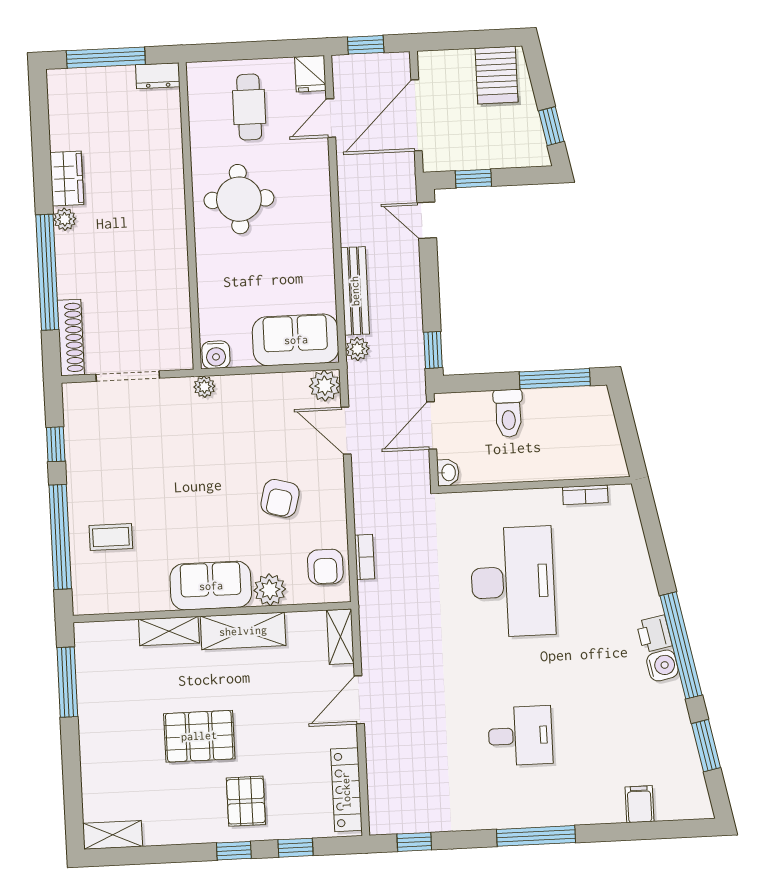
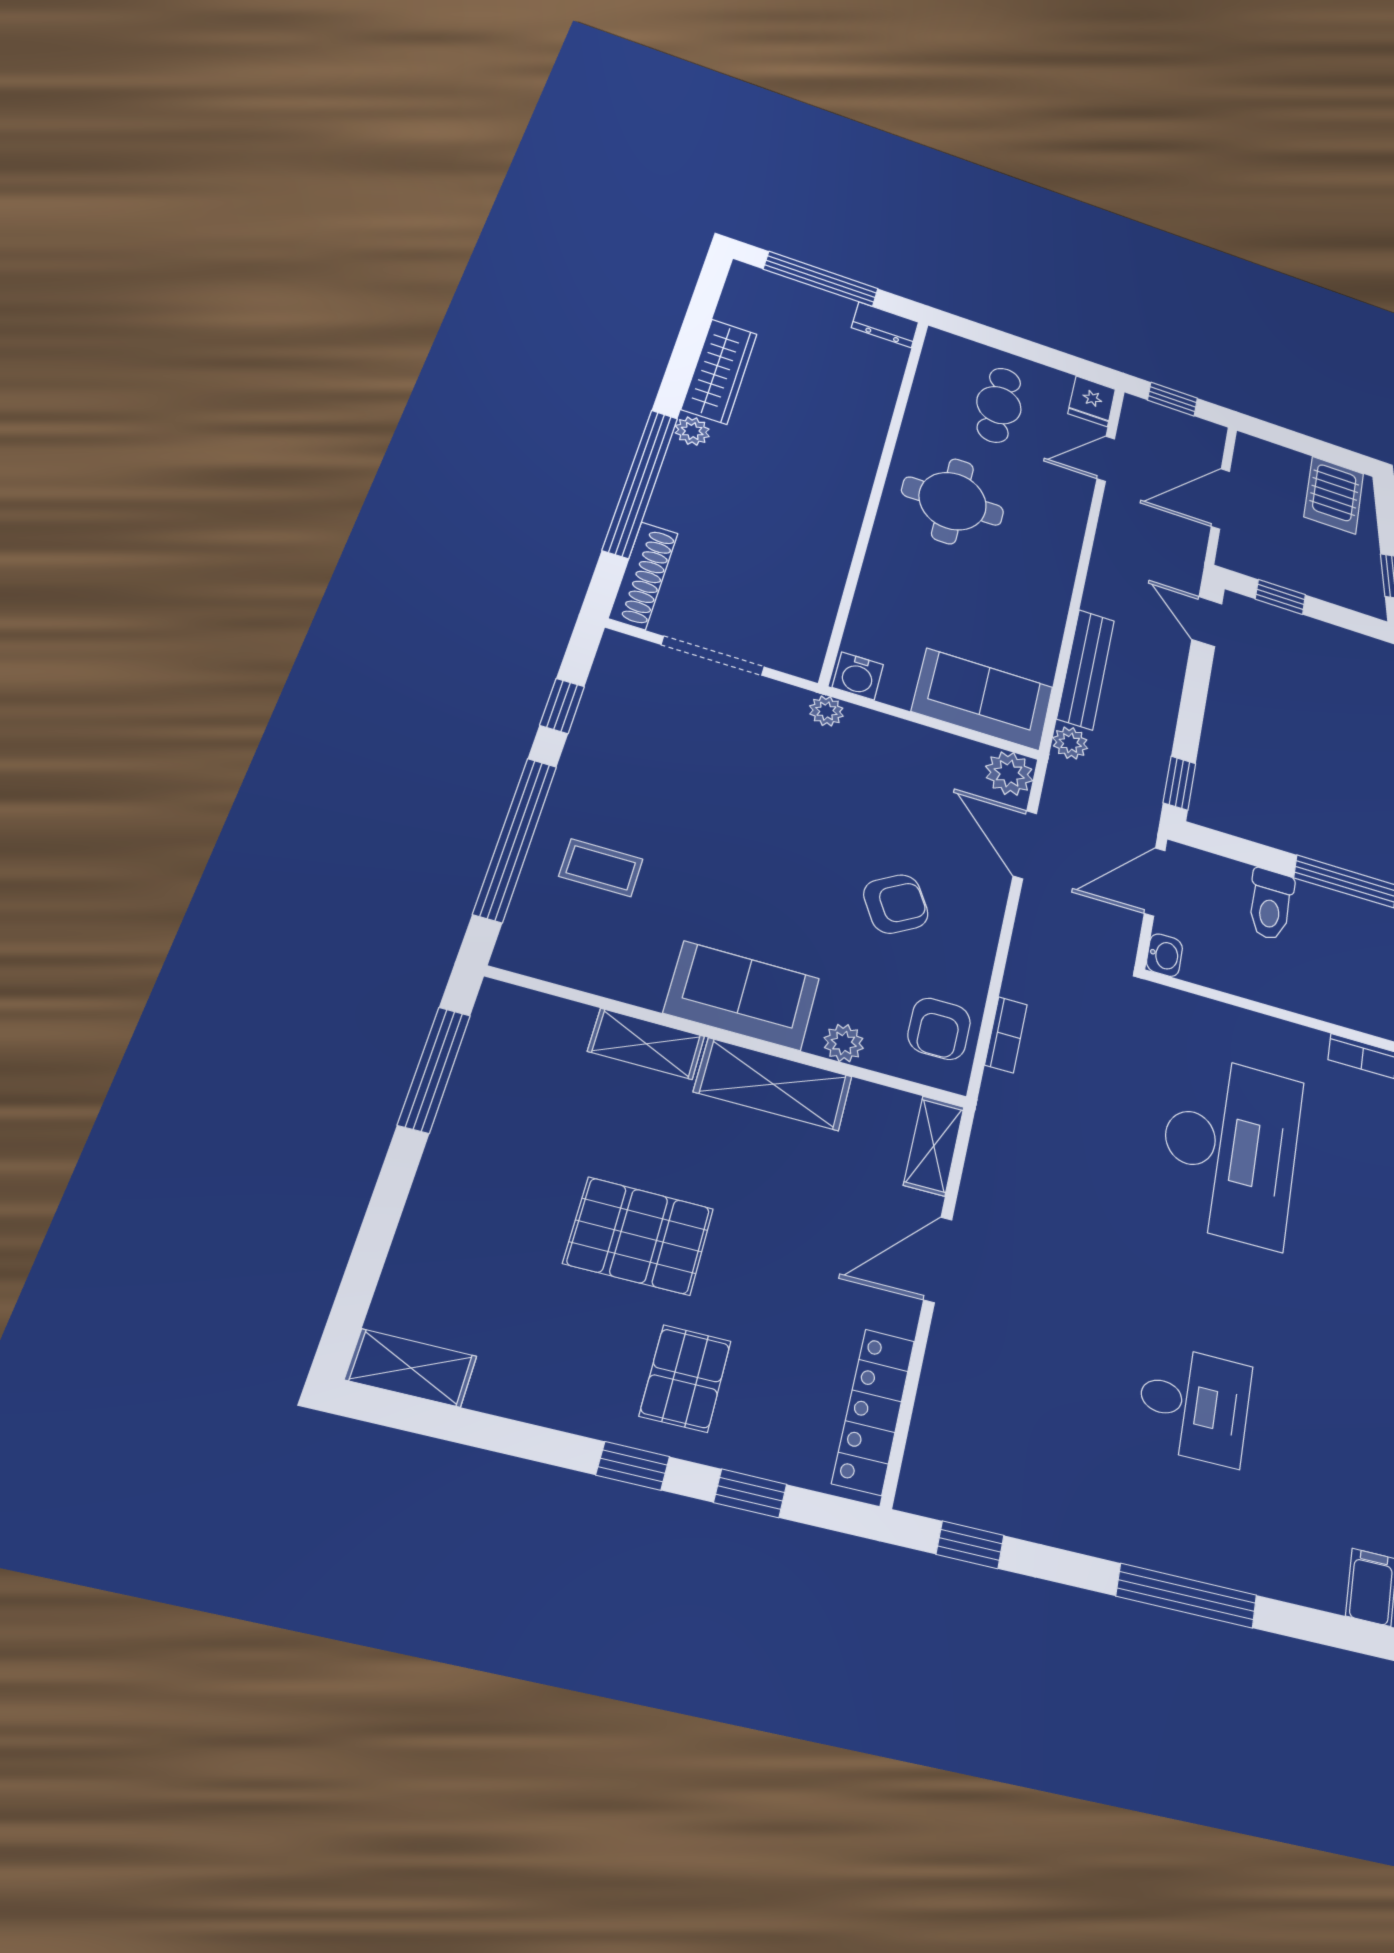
door: (416, 115) -> (1220, 499), width x0.73
wardrobe: (67, 179) -> (719, 371), width x1.50
armchair: (280, 498) -> (896, 904), turned -136
plant: (270, 590) -> (844, 1043), width x0.73, depth x0.73

